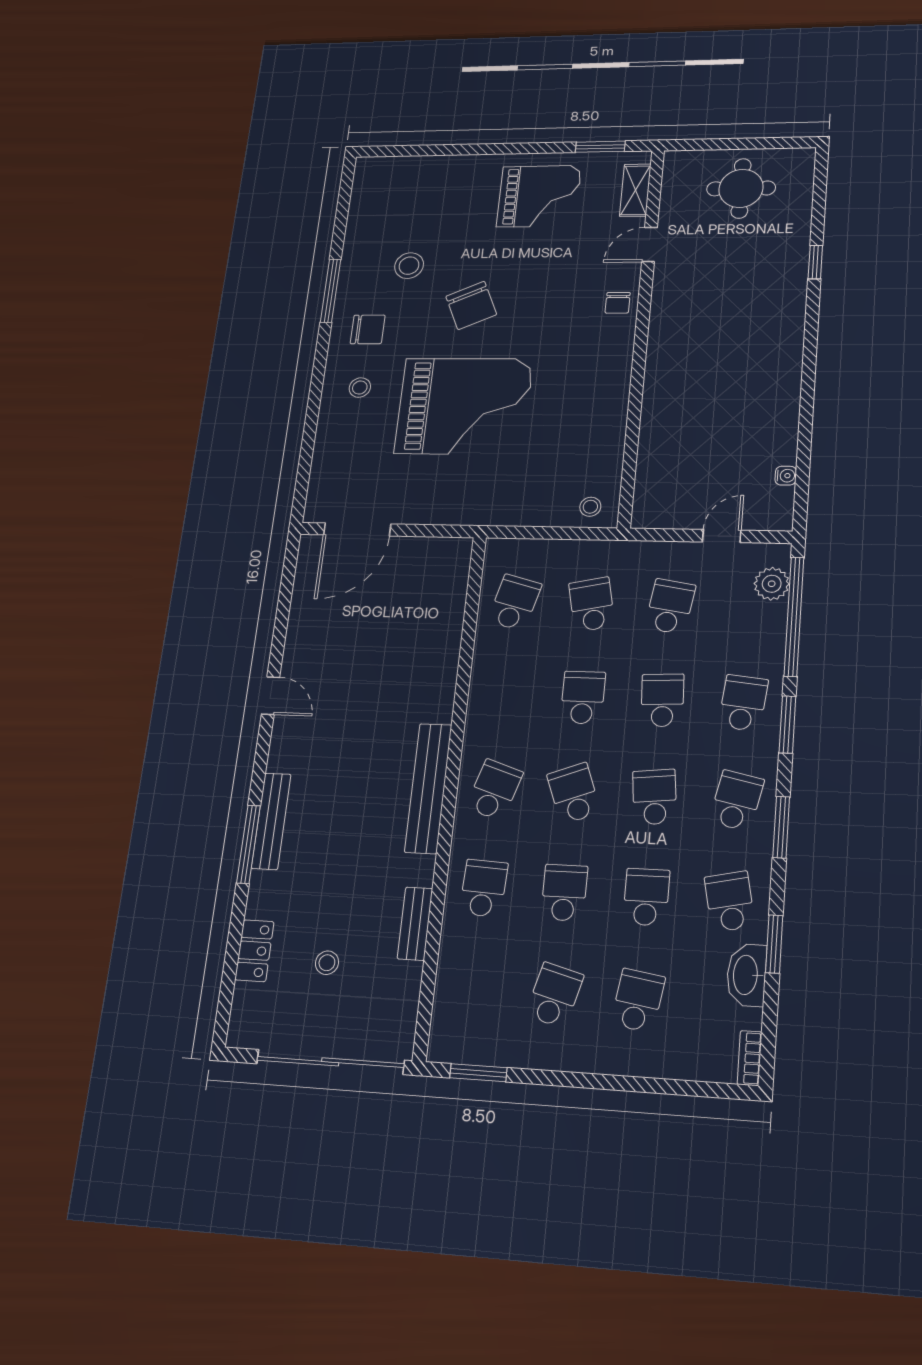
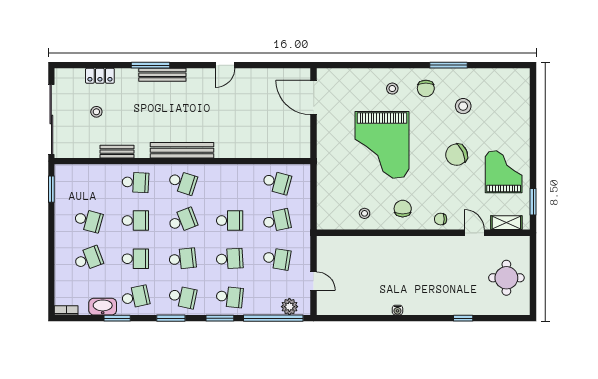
grand piano: (539, 196) -> (504, 172), turned 180
chair: (471, 305) -> (457, 155), moved
chair: (591, 370) -> (403, 209), added
water cooler: (786, 476) -> (397, 310), moved
stool: (590, 507) -> (365, 213), moved
school desk: (638, 1000) -> (88, 259), turned -30

